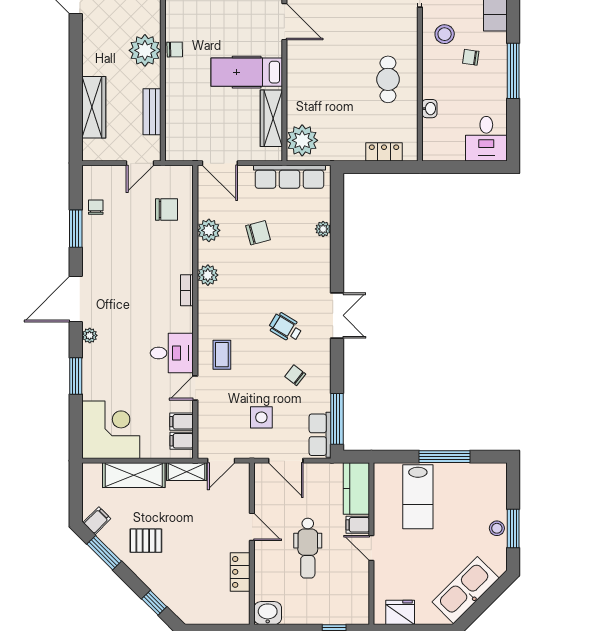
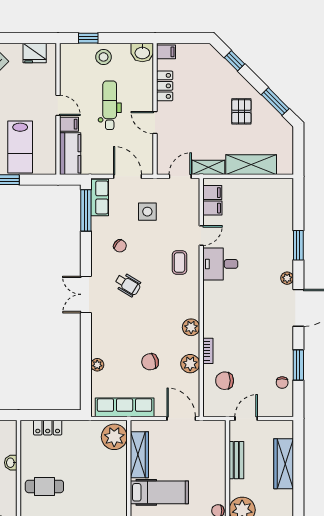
cafe table: (388, 79) -> (44, 486), turned 90
bookcase: (187, 290) -> (208, 351), moved
corner desk: (111, 430) -> (270, 201), removed
lab bench: (418, 497) -> (20, 147), turned 180
filing cabinet: (97, 521) -> (166, 52), moved, turned -135
pallet: (146, 541) -> (241, 111), turned 90
stool: (315, 607) -> (104, 57), added

